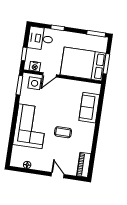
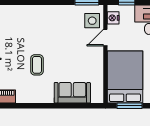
door: (50, 75) -> (105, 38), hinge flipped
corner sofa: (30, 126) -> (38, 23), removed

